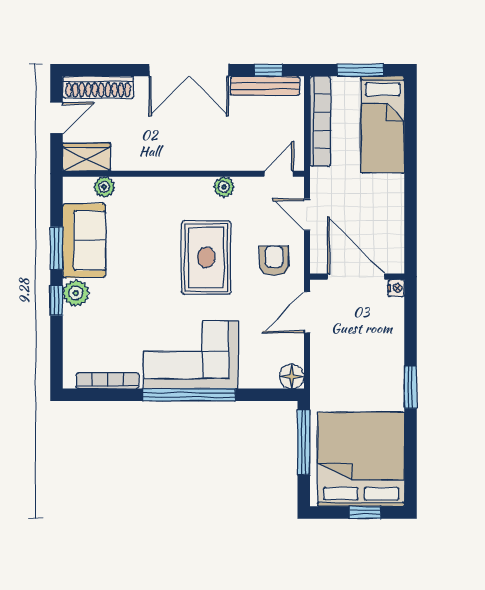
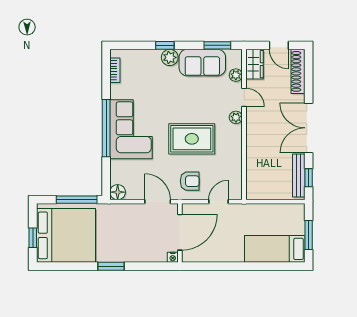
bookcase: (320, 121) -> (277, 210), removed
door: (279, 174) -> (244, 97), moved
plant: (224, 187) -> (236, 117), moved
window: (56, 248) -> (217, 45), moved
bookcase: (108, 381) -> (115, 70), width x0.64

